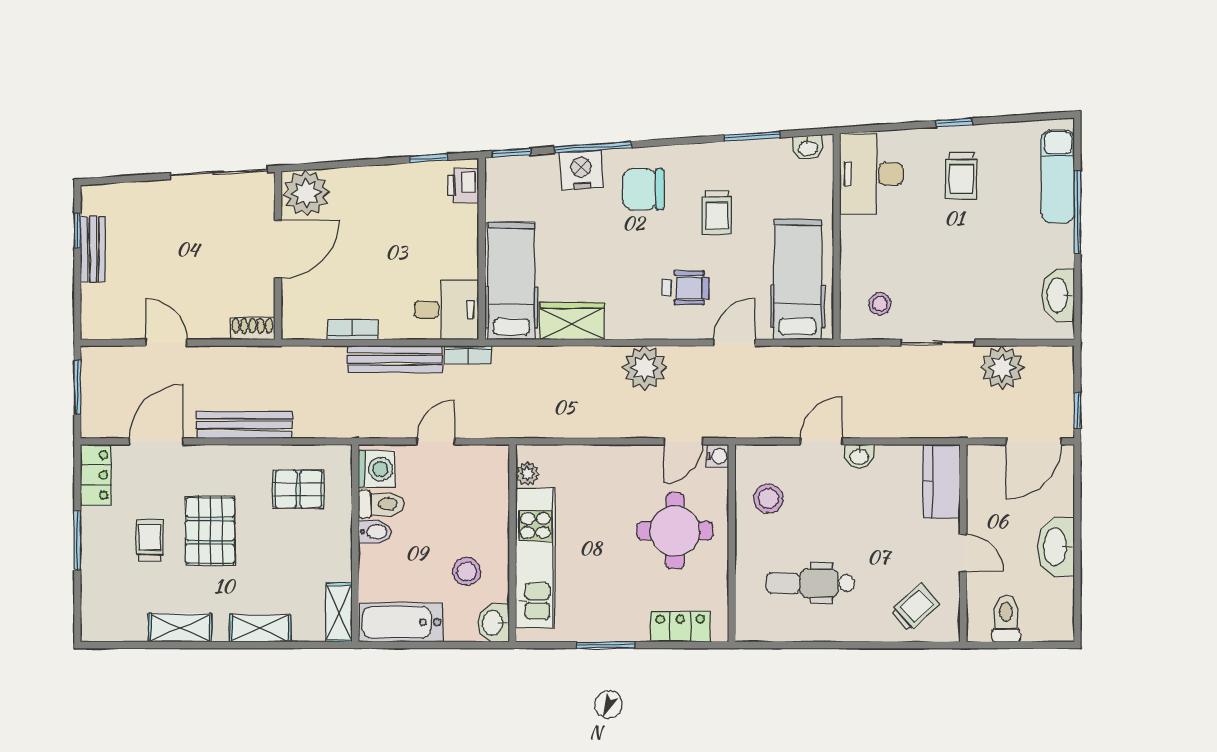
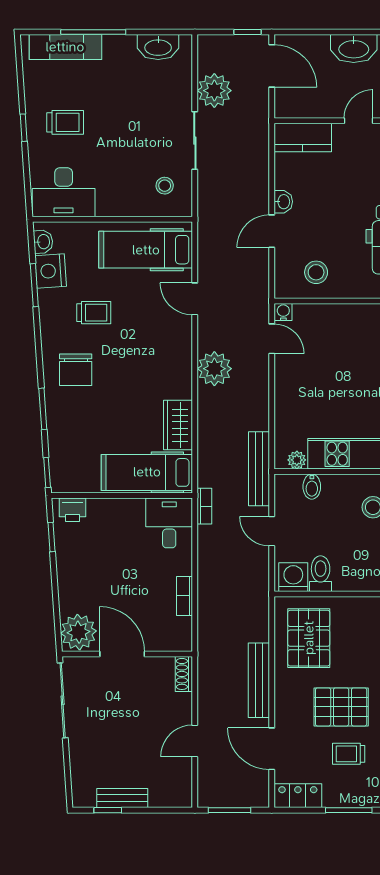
window: (593, 147) -> (43, 409), width x0.69
nightstand: (581, 170) -> (51, 271), moved
wheelchair: (685, 288) -> (152, 337), removed
bench: (395, 359) -> (259, 469), moved
door: (821, 441) -> (272, 231), hinge flipped
pallet: (298, 489) -> (309, 638), width x1.50, depth x1.42
round table: (675, 531) -> (341, 345), removed
bidet: (375, 532) -> (312, 487), moved, turned 180

